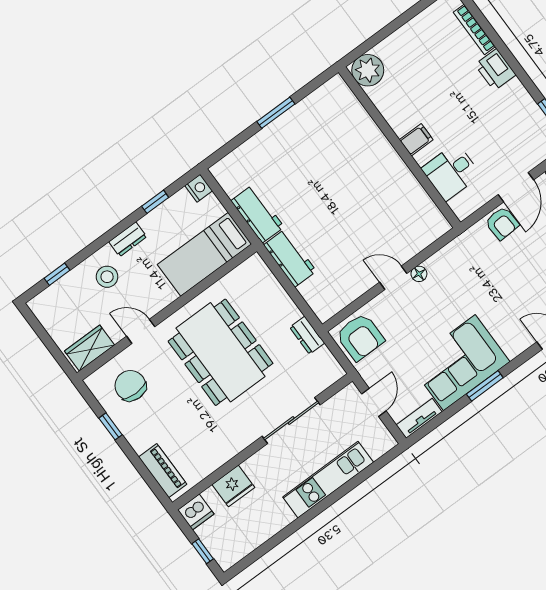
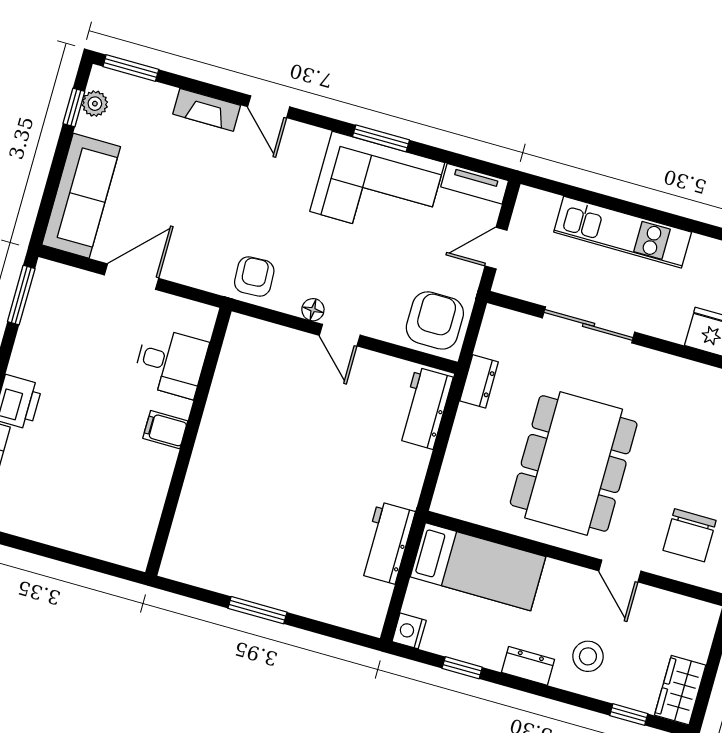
plant: (368, 70) -> (130, 544), removed
armchair: (502, 223) -> (254, 276), moved
workbench: (290, 258) -> (424, 408), moved
wardrobe: (89, 348) -> (680, 690), moved, turned 90

